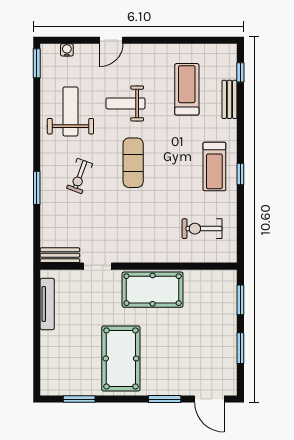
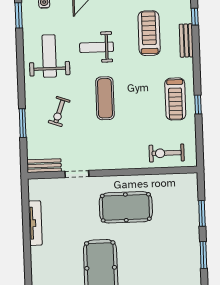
bench: (60, 255) -> (44, 166), moved
doorway: (97, 266) -> (77, 174), moved
wall: (139, 266) -> (112, 173), moved

